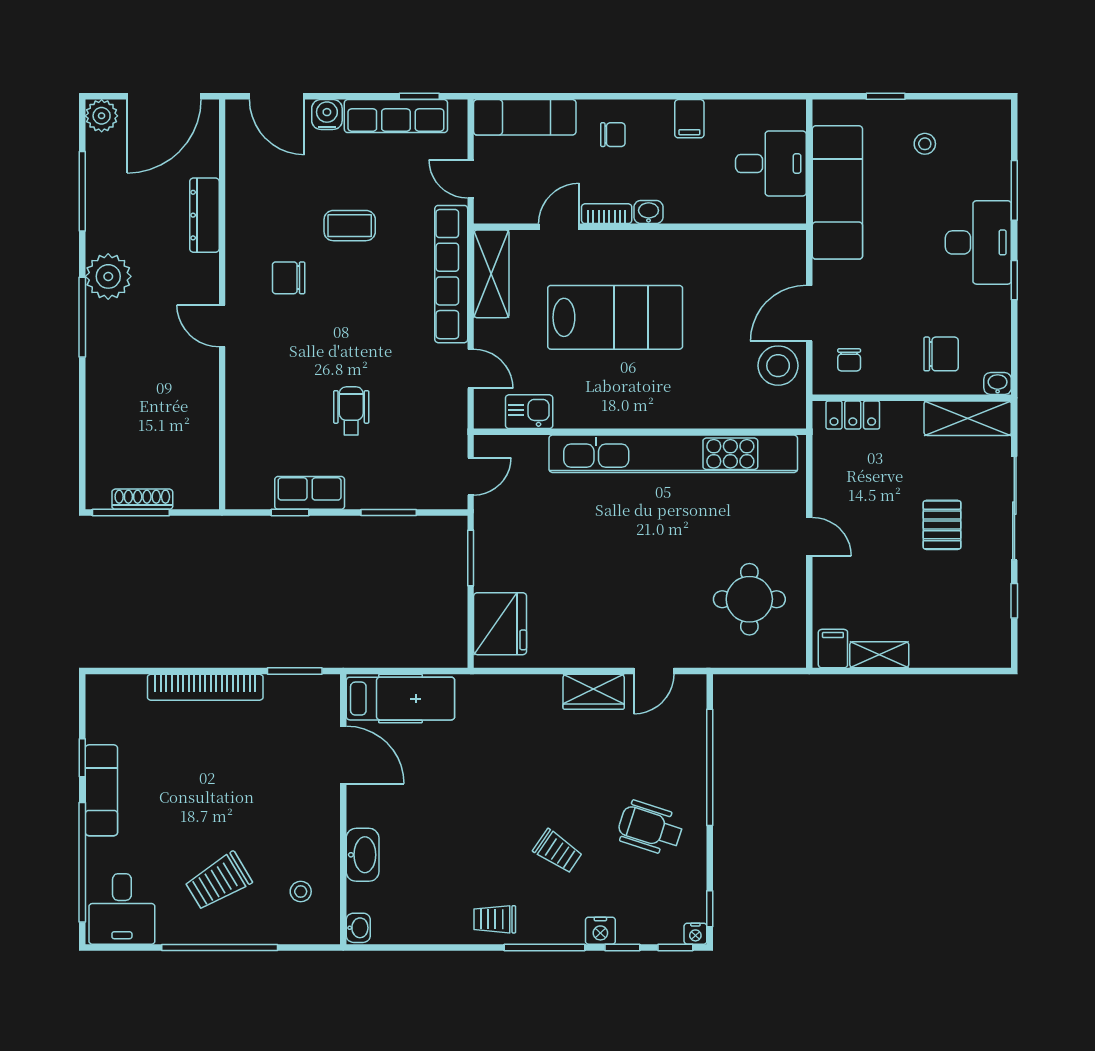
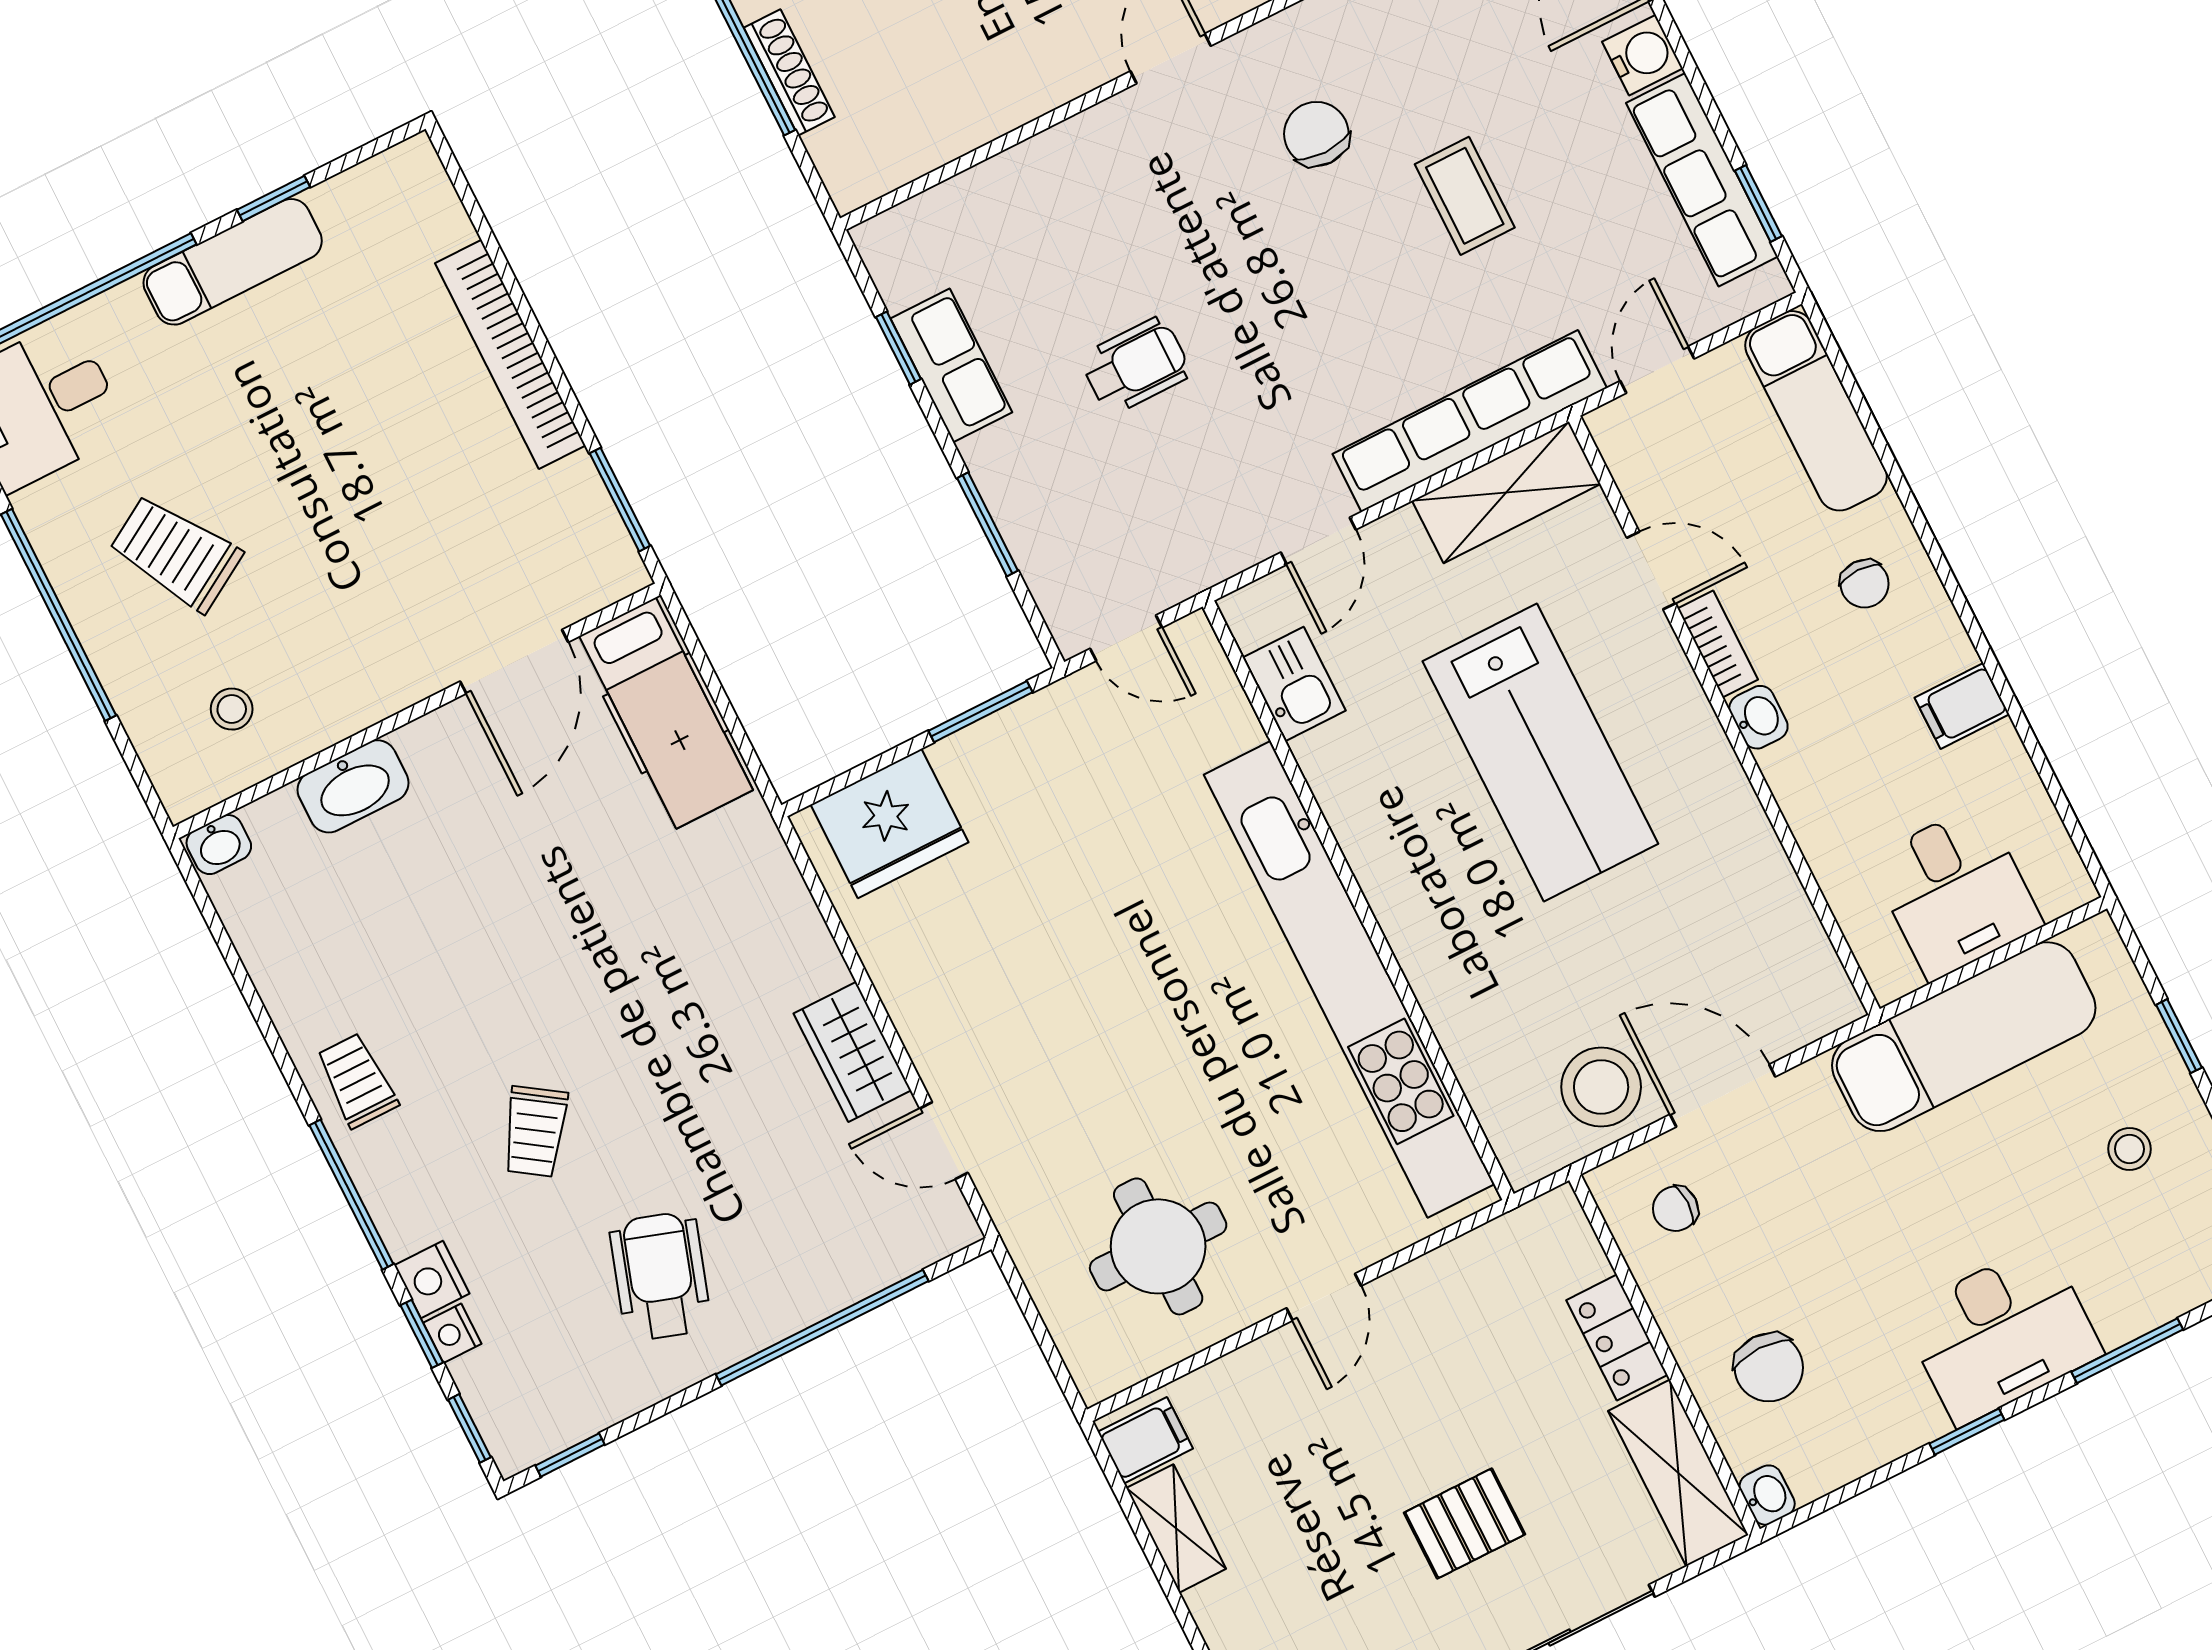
locker: (853, 415) -> (1617, 1338), moved
nightstand: (695, 934) -> (452, 1333), moved

